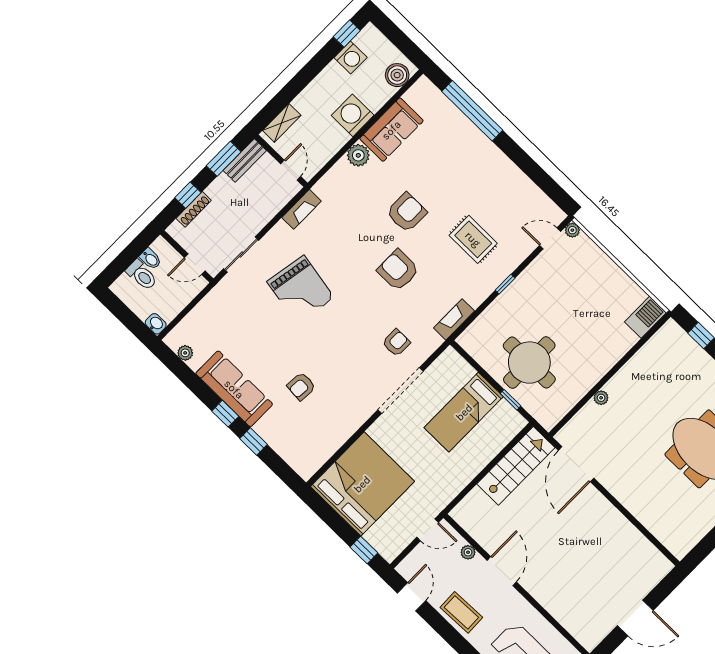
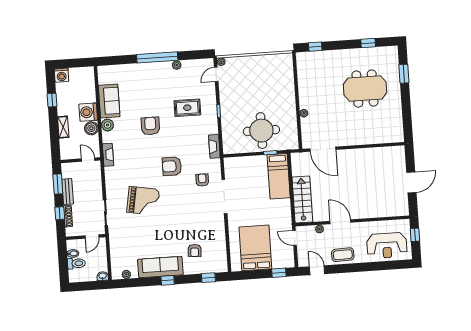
window: (347, 34) -> (52, 100), moved
washing machine: (351, 58) -> (62, 75), moved, turned 90
boiler: (397, 75) -> (91, 128), moved
window: (472, 111) -> (157, 57), moved
shelving: (282, 123) -> (63, 127), moved
bench: (245, 161) -> (68, 192), moved
plant: (516, 176) -> (177, 65), added
fireplace: (302, 209) -> (108, 155), moved
armchair: (398, 270) -> (172, 166), moved
barbecue: (646, 317) -> (286, 63), removed
armchair: (301, 386) -> (195, 251), moved
bed: (464, 412) -> (279, 176), moved
window: (254, 442) -> (208, 278), moved
stairs: (516, 466) -> (302, 199), moved
bed: (362, 484) -> (255, 248), width x0.73
door: (428, 530) -> (294, 238), swing flipped

